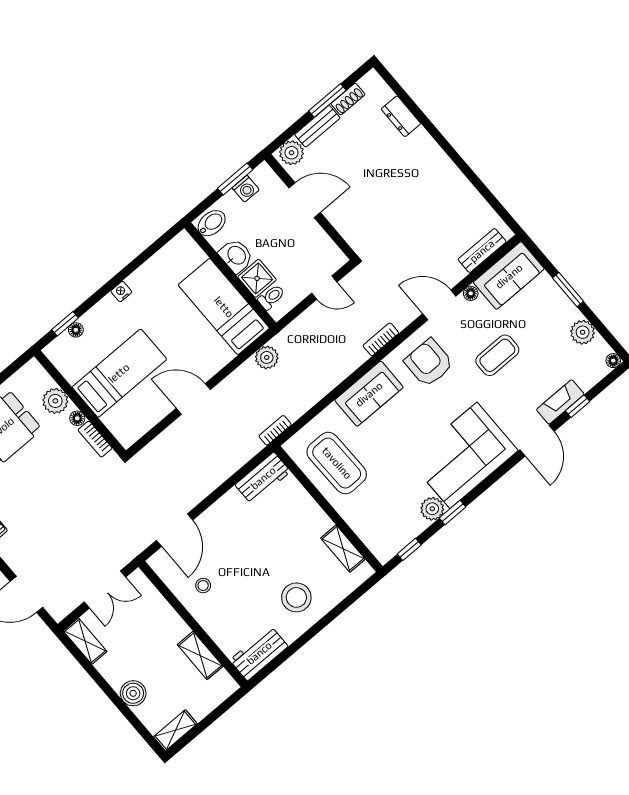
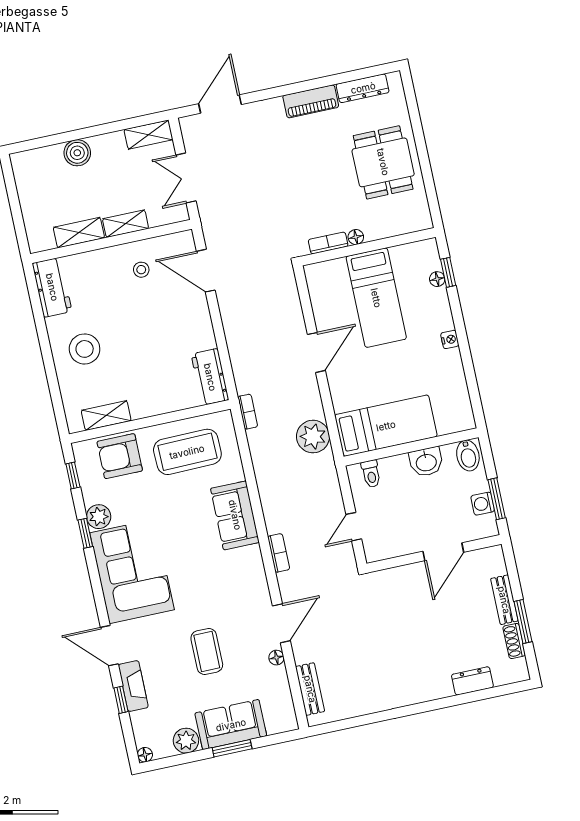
plant: (292, 153) -> (493, 563), removed
sofa: (509, 276) -> (231, 725), moved, turned 90
shower: (257, 278) -> (395, 470), removed
plant: (267, 357) -> (313, 437), width x1.36, depth x1.36
armchair: (429, 363) -> (120, 456), moved, turned 180
plant: (55, 401) -> (382, 225), removed
shelving: (175, 730) -> (126, 224), moved, turned 90

